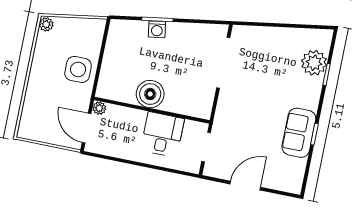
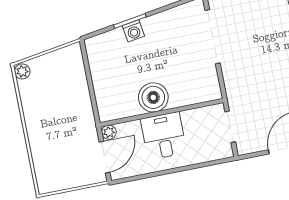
side table: (78, 69) -> (72, 103), removed
door: (87, 128) -> (105, 157), swing flipped
desk: (162, 134) -> (164, 136), moved

